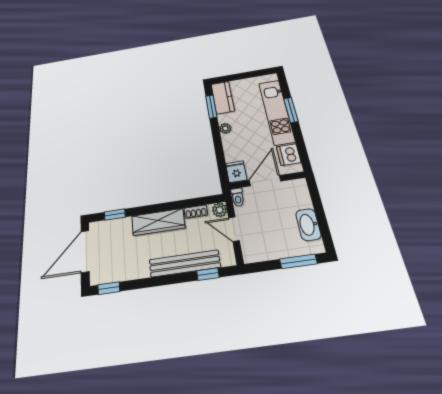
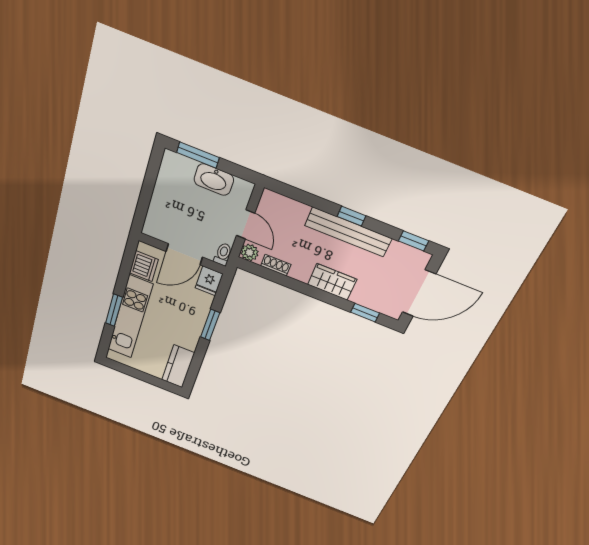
window: (211, 107) -> (210, 325), moved
plant: (225, 128) -> (194, 332), removed
wardrobe: (158, 222) -> (332, 282), width x0.67
washbasin: (308, 225) -> (214, 180), moved, turned 90
bench: (185, 263) -> (348, 232), moved
window: (208, 274) -> (351, 216), moved

